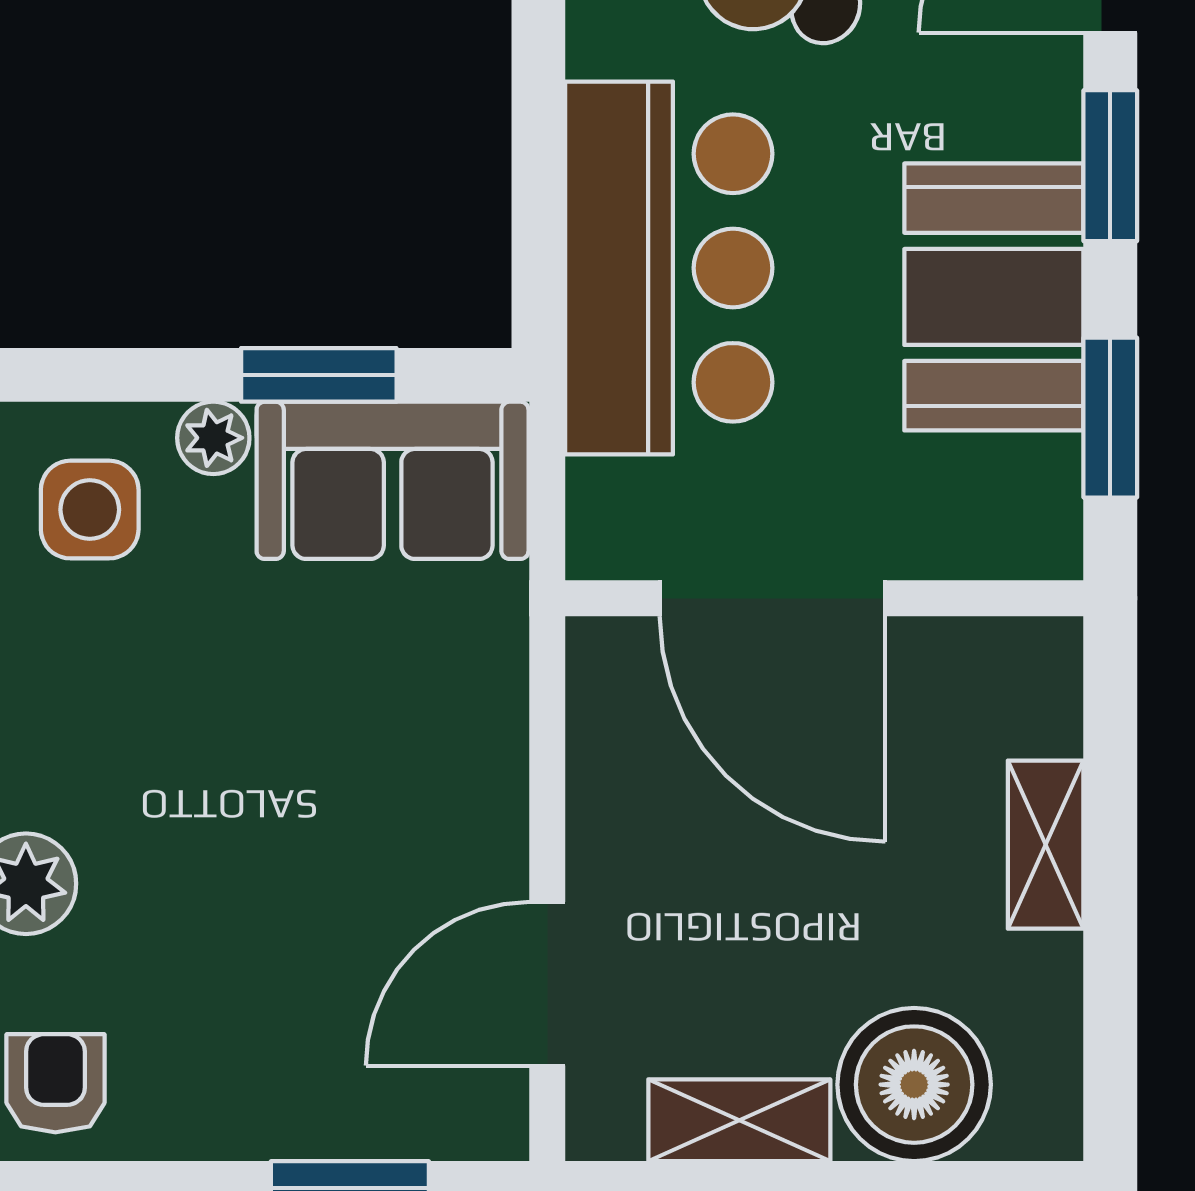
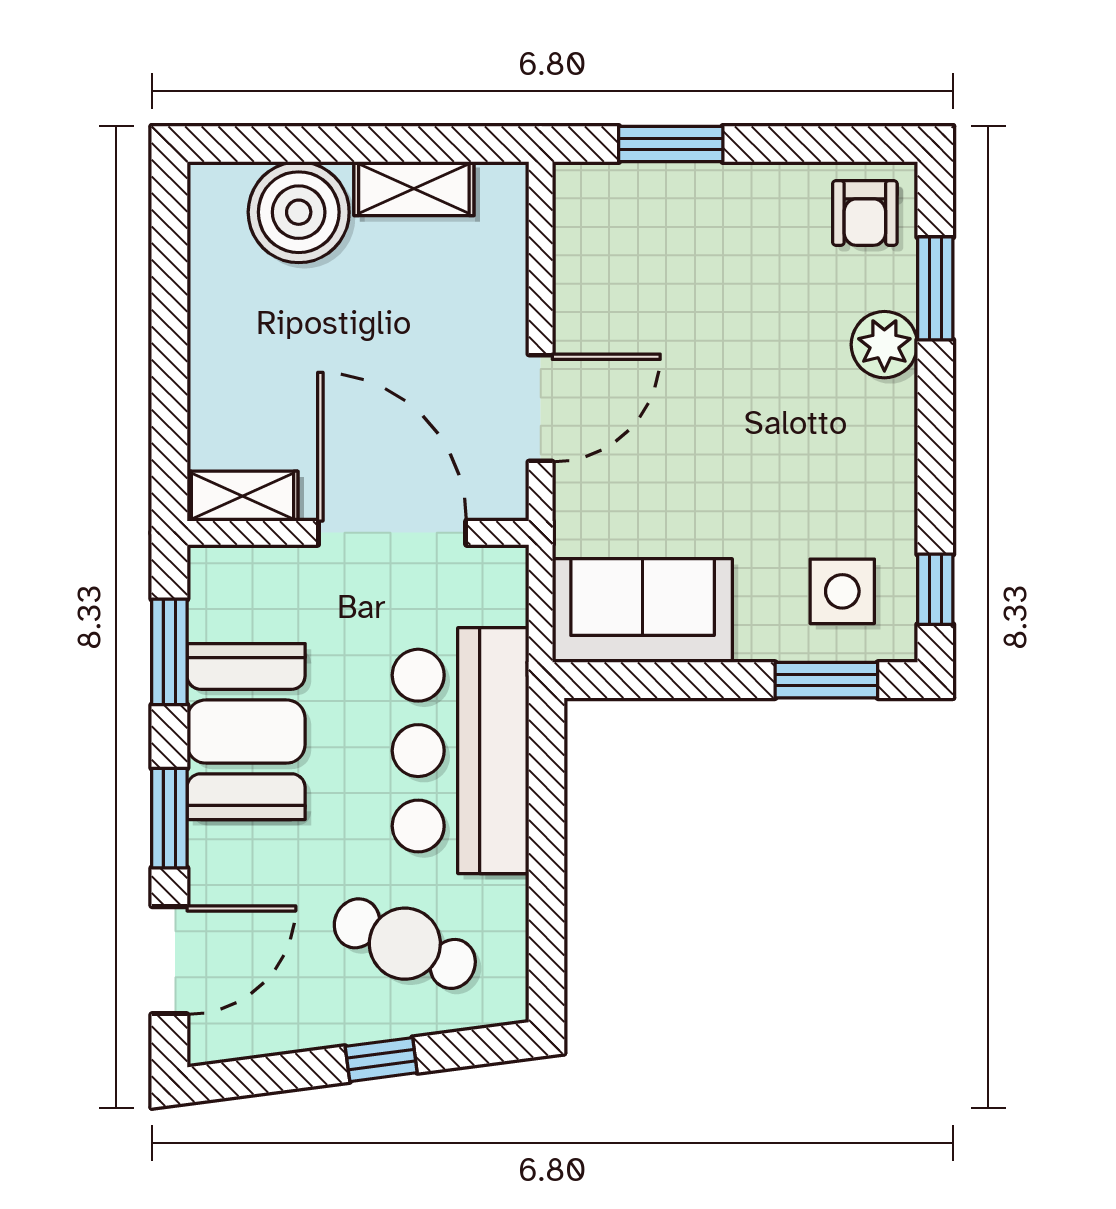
window: (319, 375) -> (826, 680), moved
plant: (213, 438) -> (761, 639), removed
shelving: (1046, 845) -> (243, 496), moved, turned 90
door: (547, 984) -> (541, 408), moved

